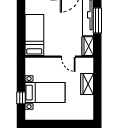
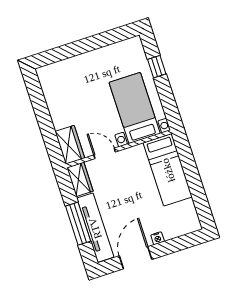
wardrobe: (87, 84) -> (70, 145), moved
bed with nightstands: (45, 93) -> (135, 108), moved, turned 90

